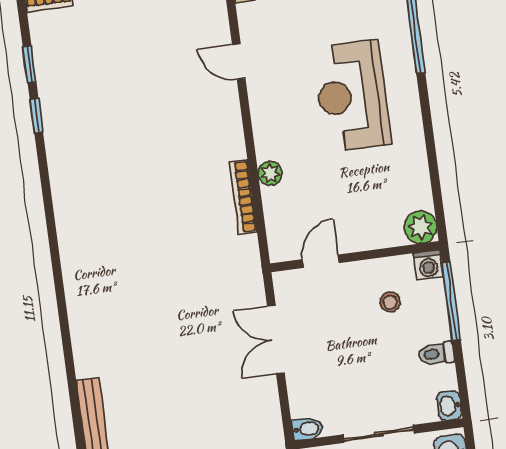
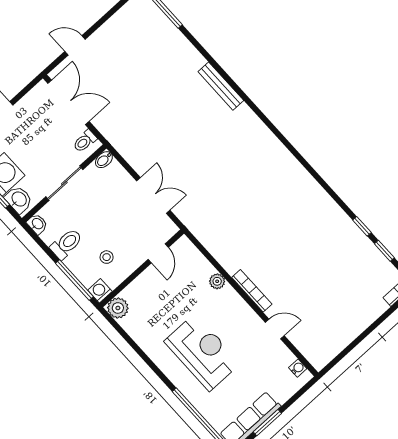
bookcase: (243, 197) -> (252, 291), moved
toilet: (436, 354) -> (66, 244), width x1.37, depth x1.39

